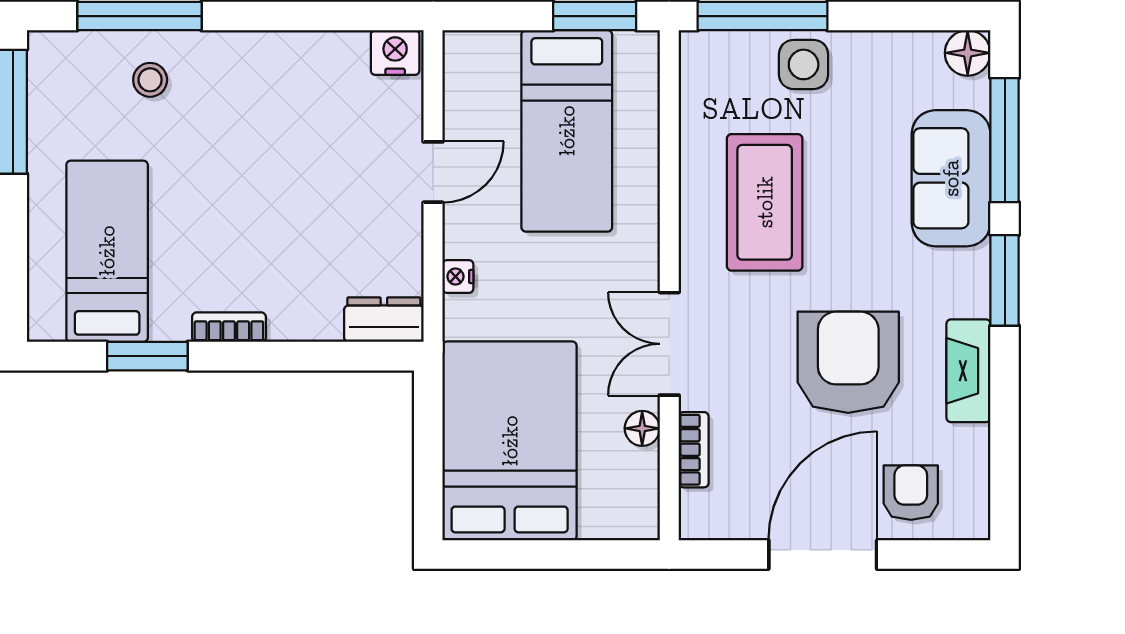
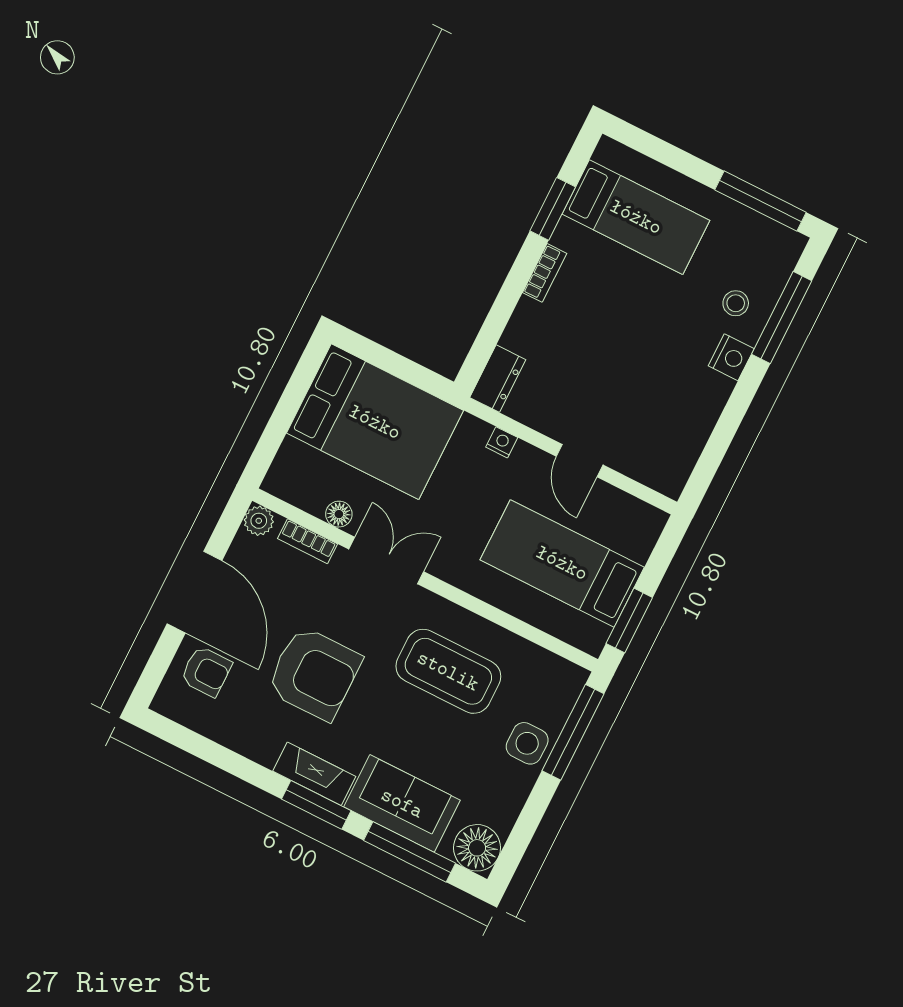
nightstand: (395, 53) -> (731, 357), moved
floor lamp: (968, 53) -> (477, 848), width x1.38, depth x1.38
fireplace: (968, 371) -> (314, 774), moved
plant: (699, 520) -> (259, 521), added

